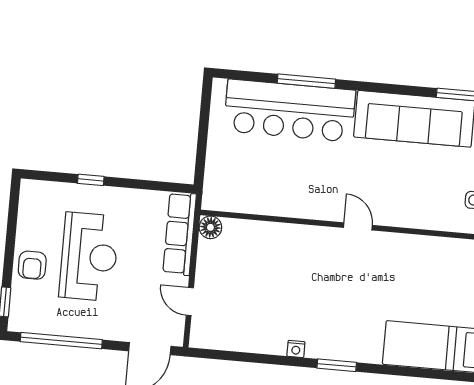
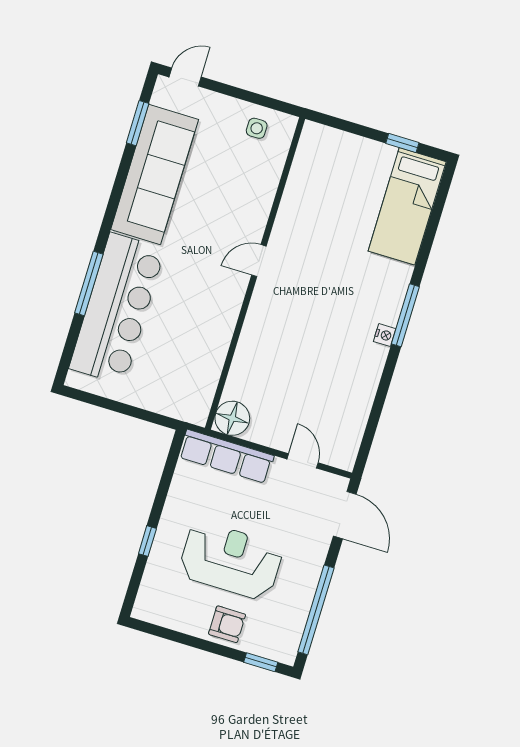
floor lamp: (210, 227) -> (232, 418), width x1.38, depth x1.38
door: (190, 302) -> (303, 461), swing flipped
nightstand: (296, 349) -> (385, 335), moved
window: (337, 365) -> (405, 315), width x1.44

